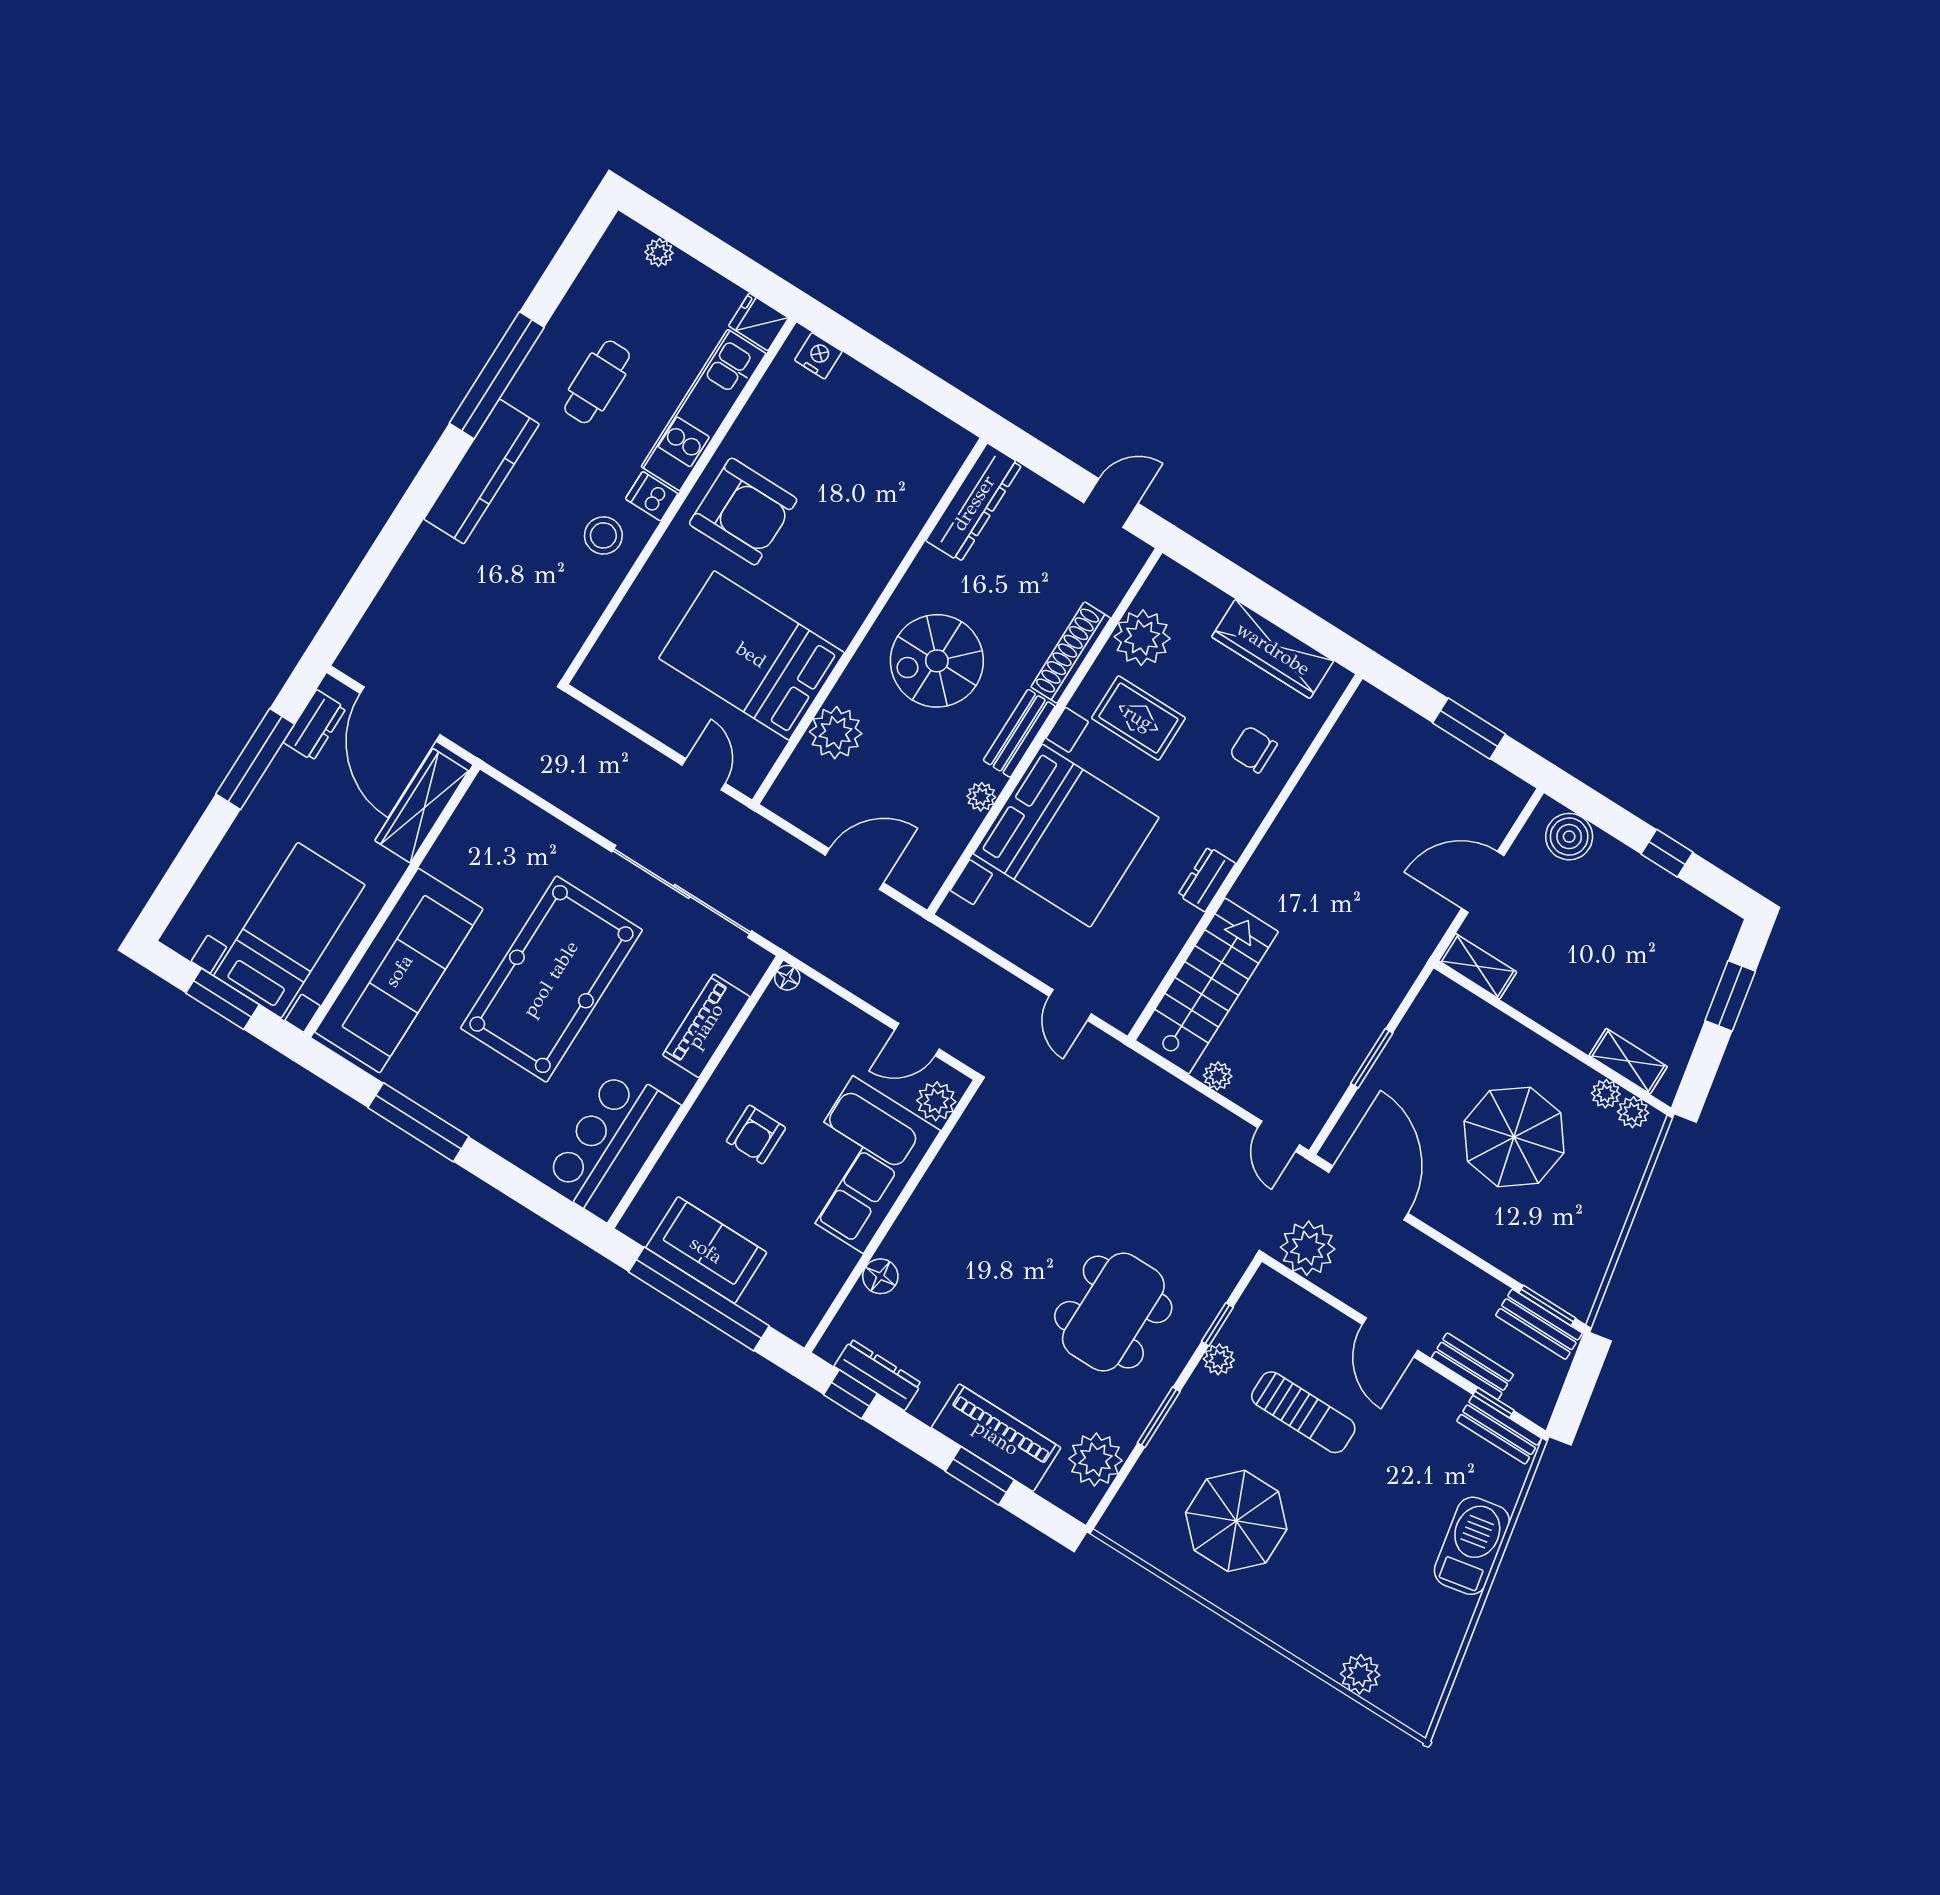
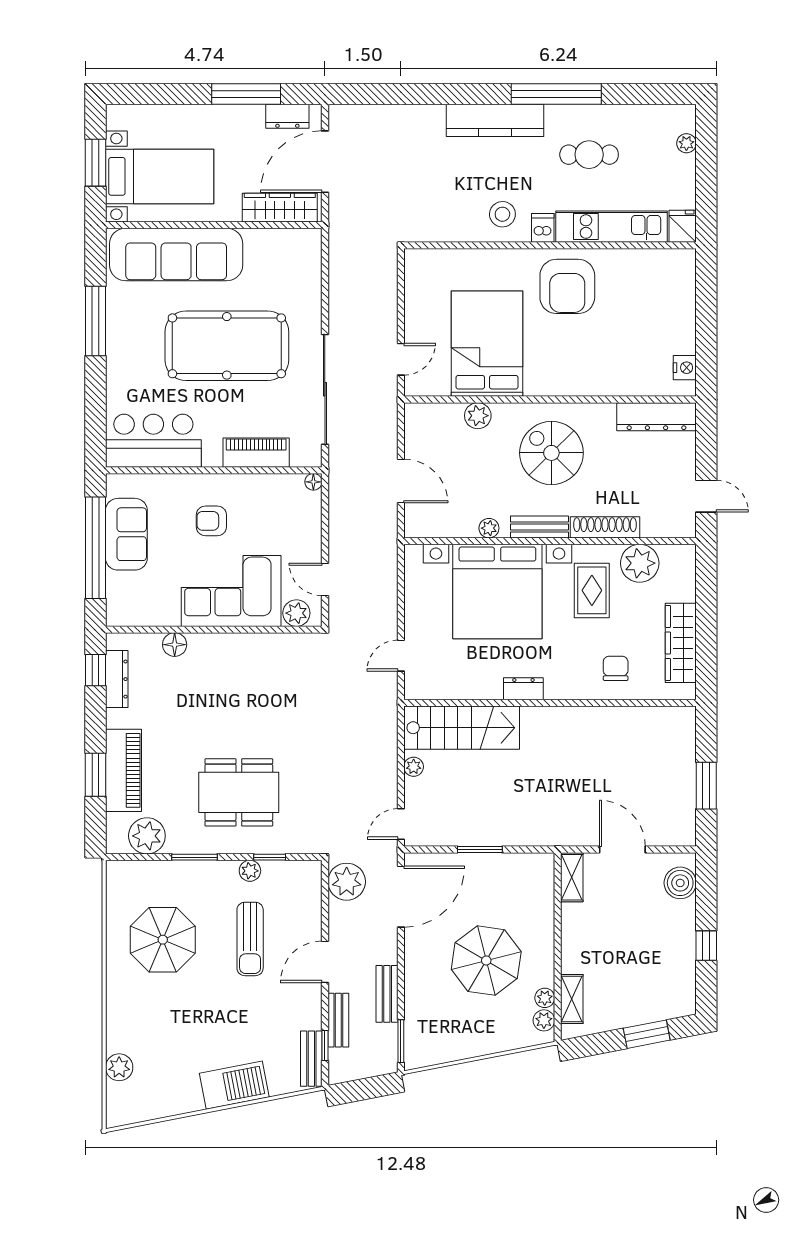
nightstand: (818, 356) -> (685, 368), moved
plant: (836, 733) -> (478, 416), width x0.73, depth x0.73
bench: (1539, 1324) -> (387, 994), moved

